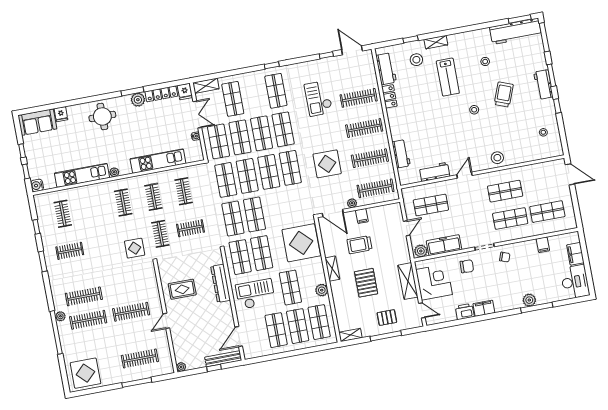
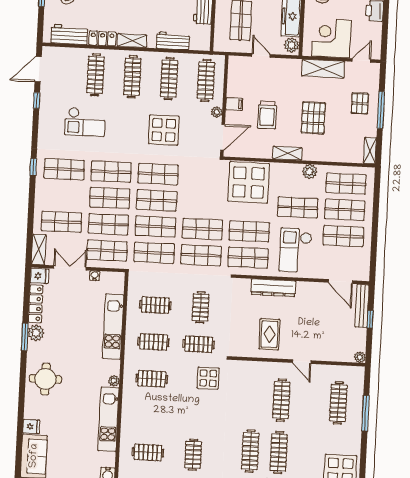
shelving: (393, 121) -> (132, 41), added
pallet: (366, 283) -> (313, 118), turned 90

